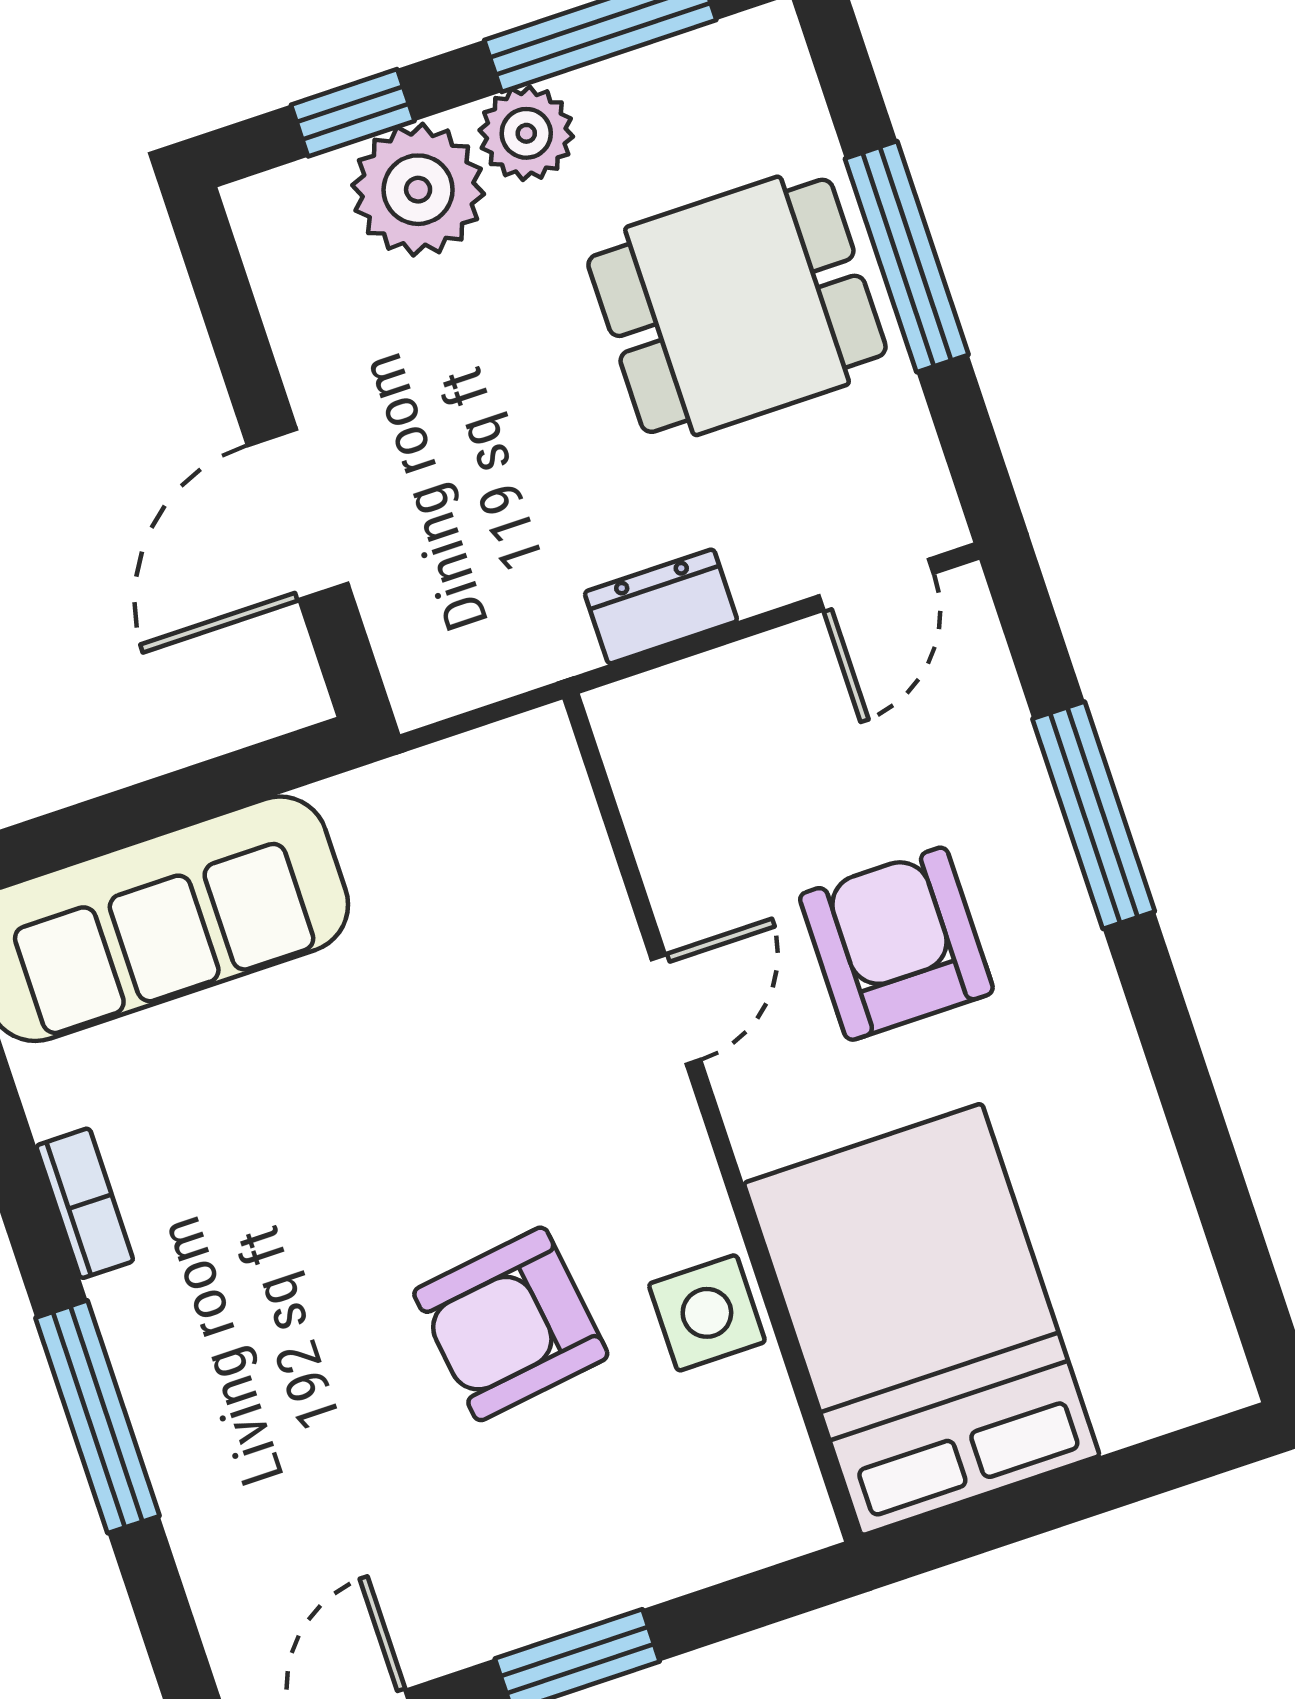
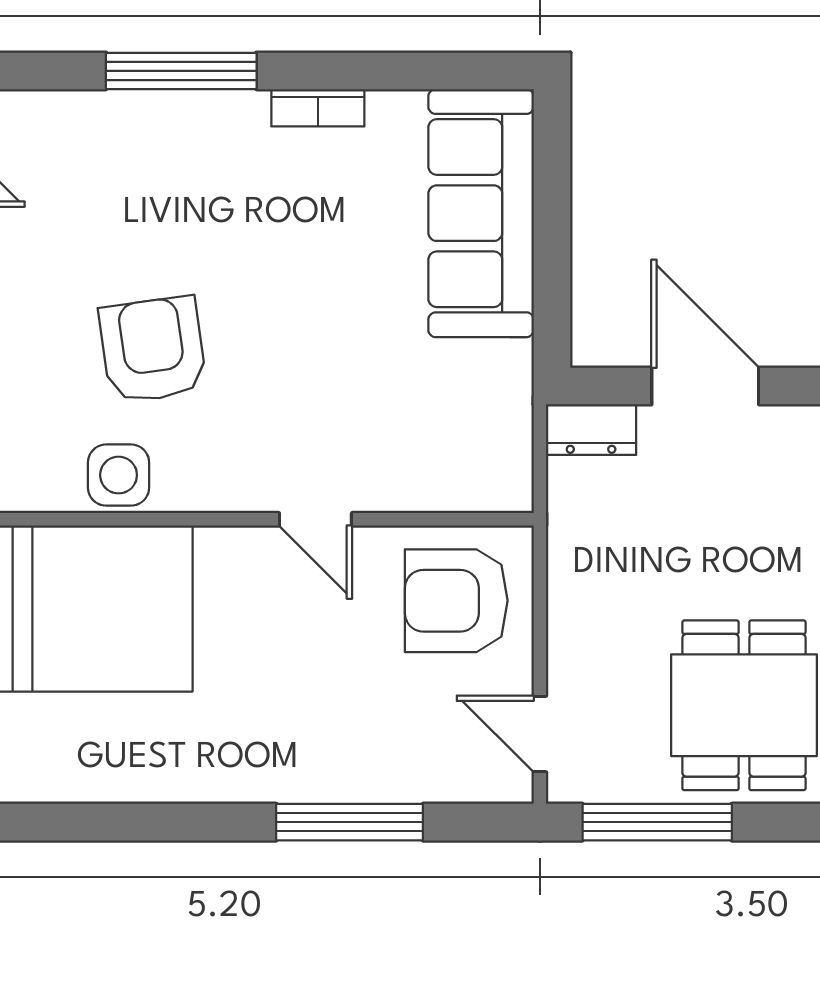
window: (907, 257) -> (657, 822), moved
dresser: (661, 607) -> (591, 430), moved, turned 90
armchair: (896, 944) -> (456, 601), moved, turned 180

